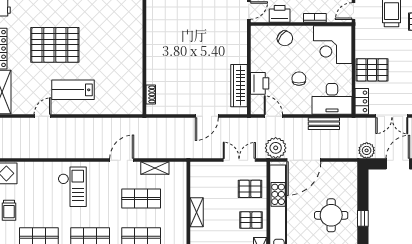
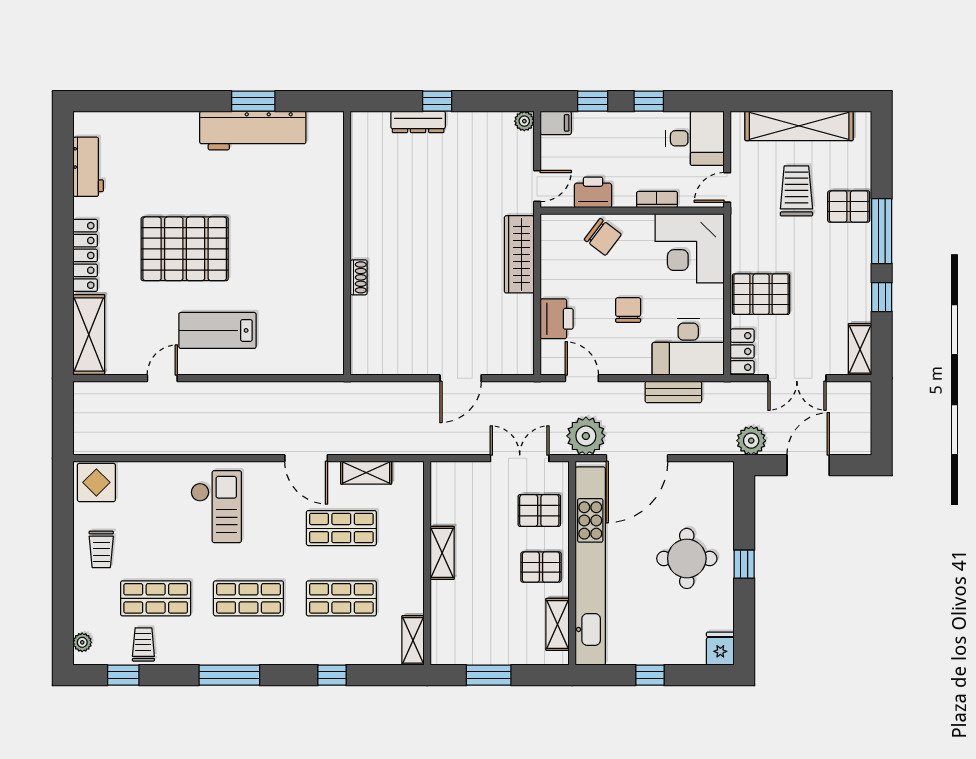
wardrobe: (239, 86) -> (519, 254), moved
shoe rack: (151, 94) -> (359, 277), moved
door: (122, 160) -> (306, 458), swing flipped

